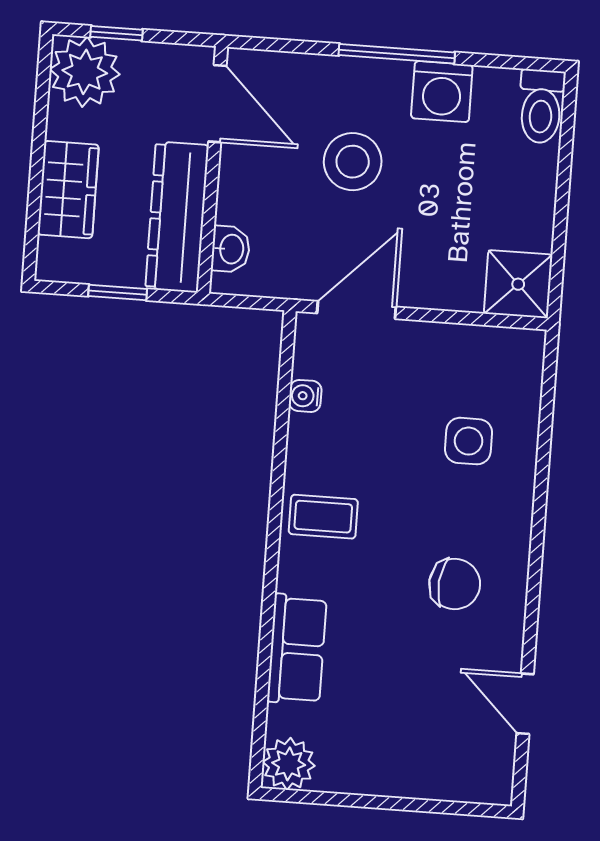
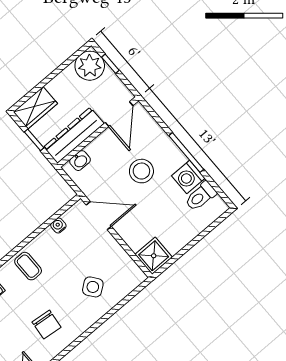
toilet: (541, 106) -> (201, 196), moved
wardrobe: (68, 190) -> (35, 108), moved
side table: (469, 441) -> (93, 287), turned -37

